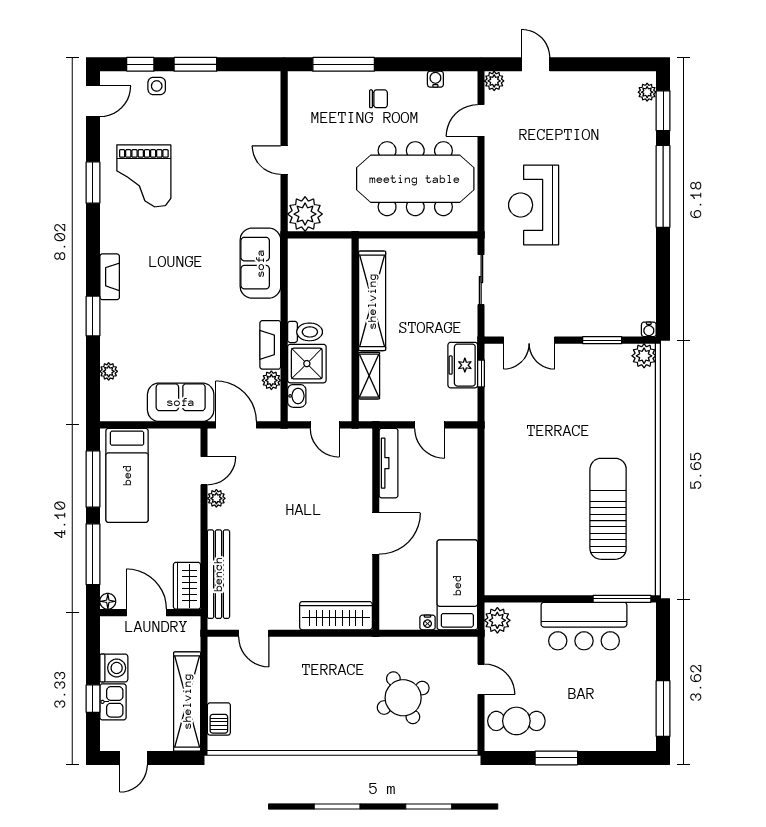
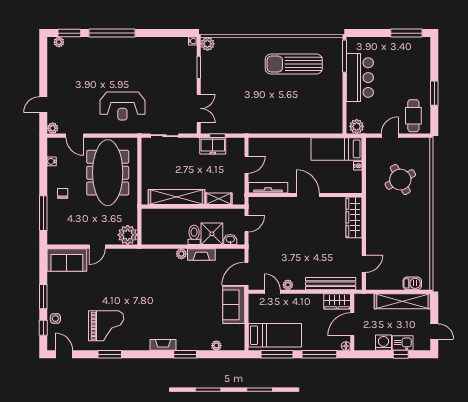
sofa: (260, 263) -> (67, 260), moved
plant: (271, 380) -> (181, 254), moved

